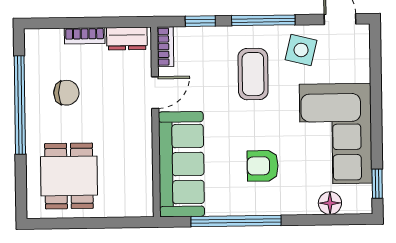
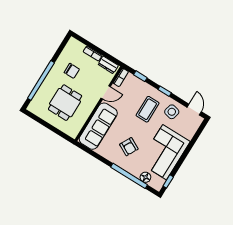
window: (263, 20) -> (165, 91), width x0.46
window: (20, 105) -> (41, 80), moved
armchair: (263, 166) -> (129, 147), turned -152
dining table: (69, 176) -> (65, 103), moved
window: (236, 221) -> (129, 176), moved

